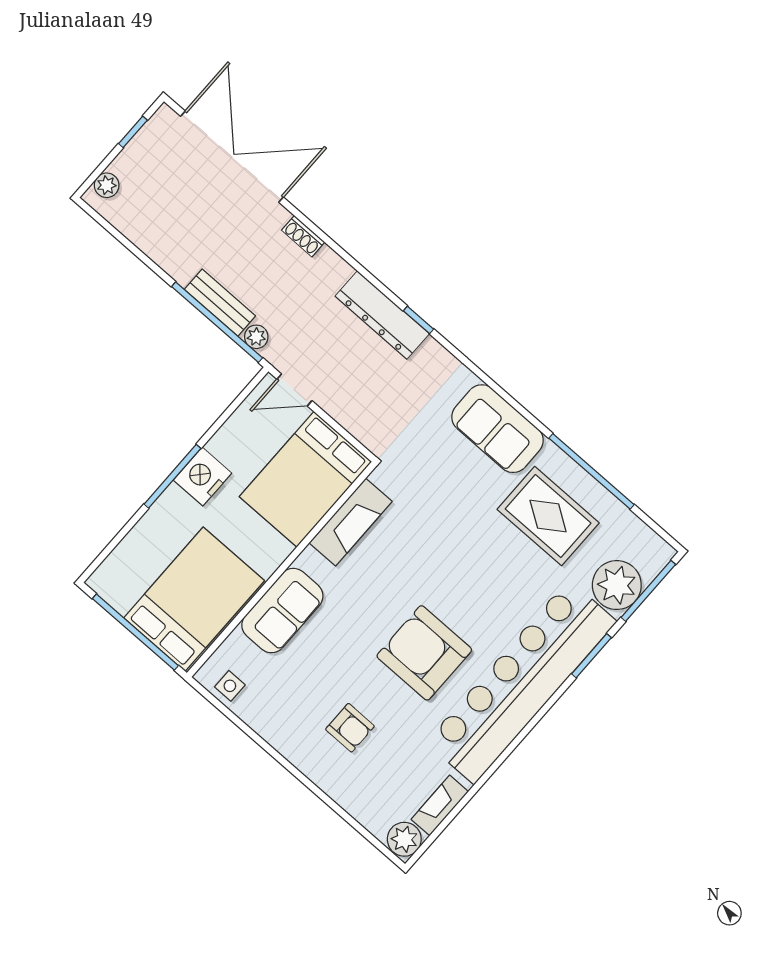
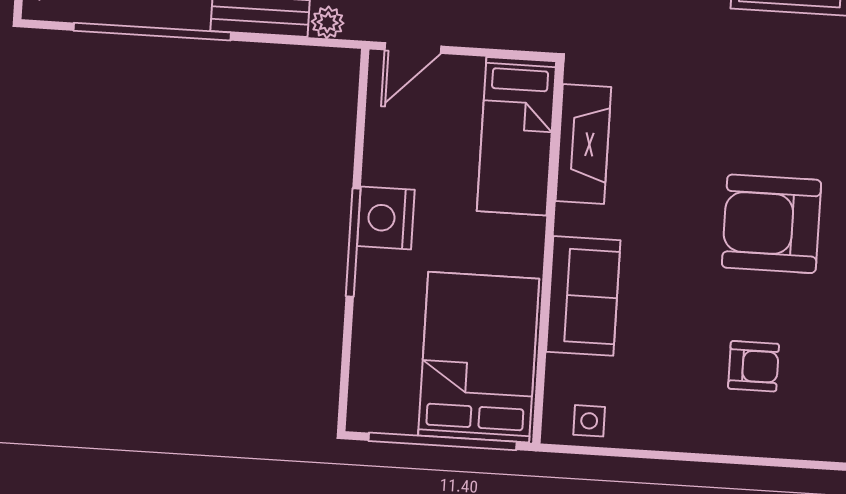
window: (217, 322) -> (152, 32), moved
bed: (306, 479) -> (516, 136), width x0.67

